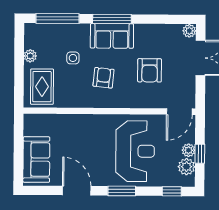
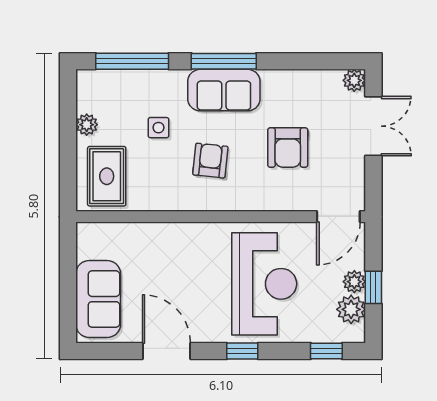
window: (122, 191) -> (242, 351), width x0.67

